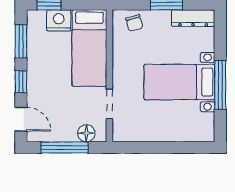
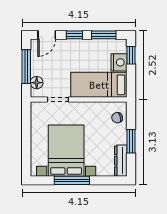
bed with nightstands: (179, 82) -> (66, 151), width x1.36

